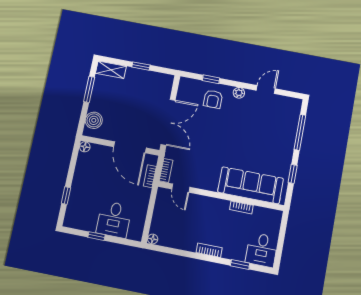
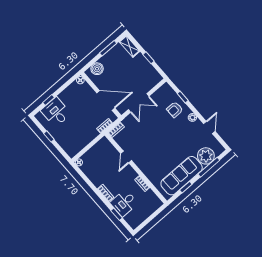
door: (266, 90) -> (209, 128), hinge flipped
double door: (168, 122) -> (139, 103), width x0.73
plant: (287, 123) -> (206, 156), added
door: (130, 147) -> (106, 101), swing flipped
sofa: (251, 185) -> (182, 176), moved, turned -90
door: (181, 188) -> (126, 157), moved
desk: (114, 219) -> (56, 112), moved, turned 90
desk: (262, 250) -> (124, 203), moved

